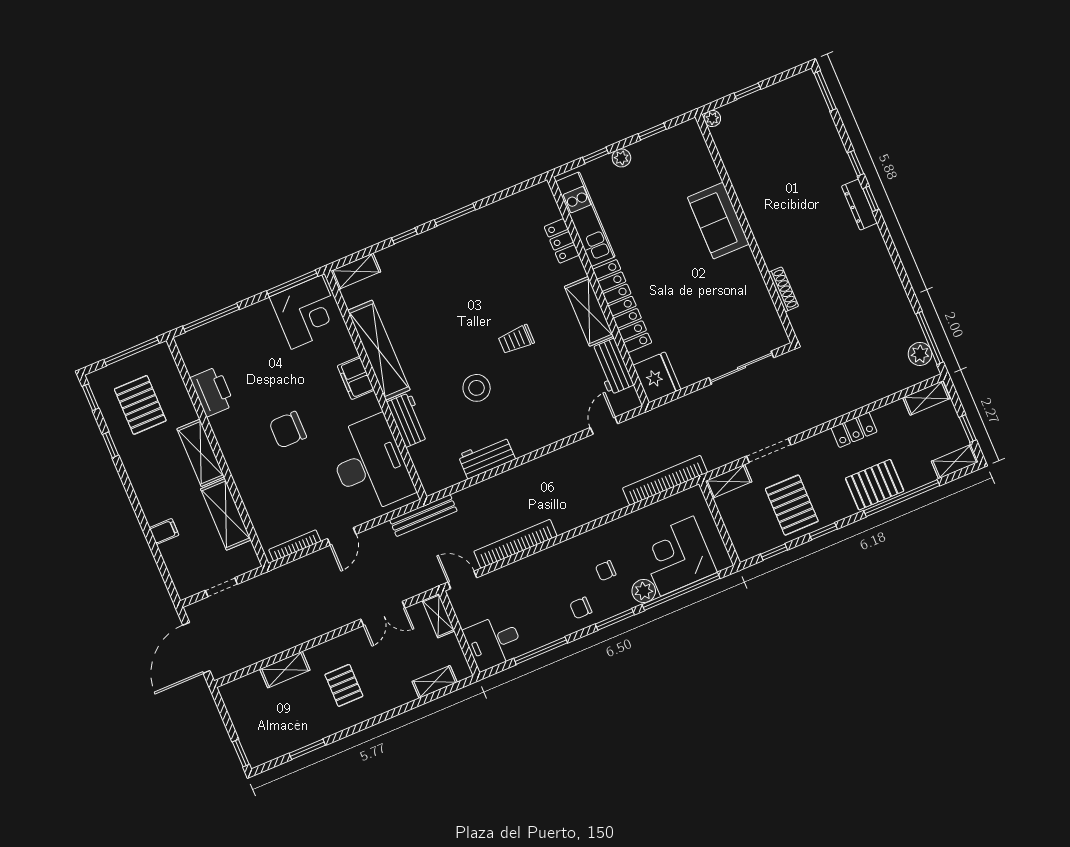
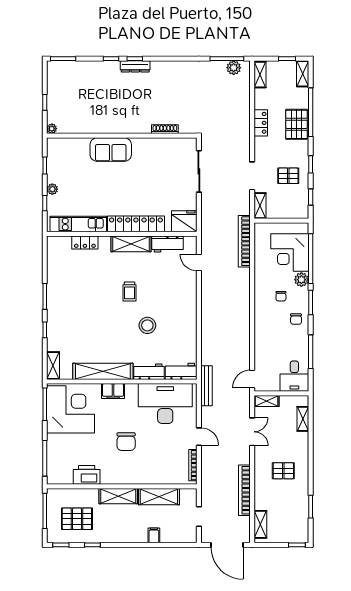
corner desk: (307, 312) -> (71, 409), width x1.36, depth x1.36
workbench: (487, 457) -> (181, 371), moved, turned 90
pallet: (792, 505) -> (288, 176), width x0.67, depth x0.71
bookcase: (515, 544) -> (244, 490), moved
shelving: (285, 670) -> (260, 524), moved

